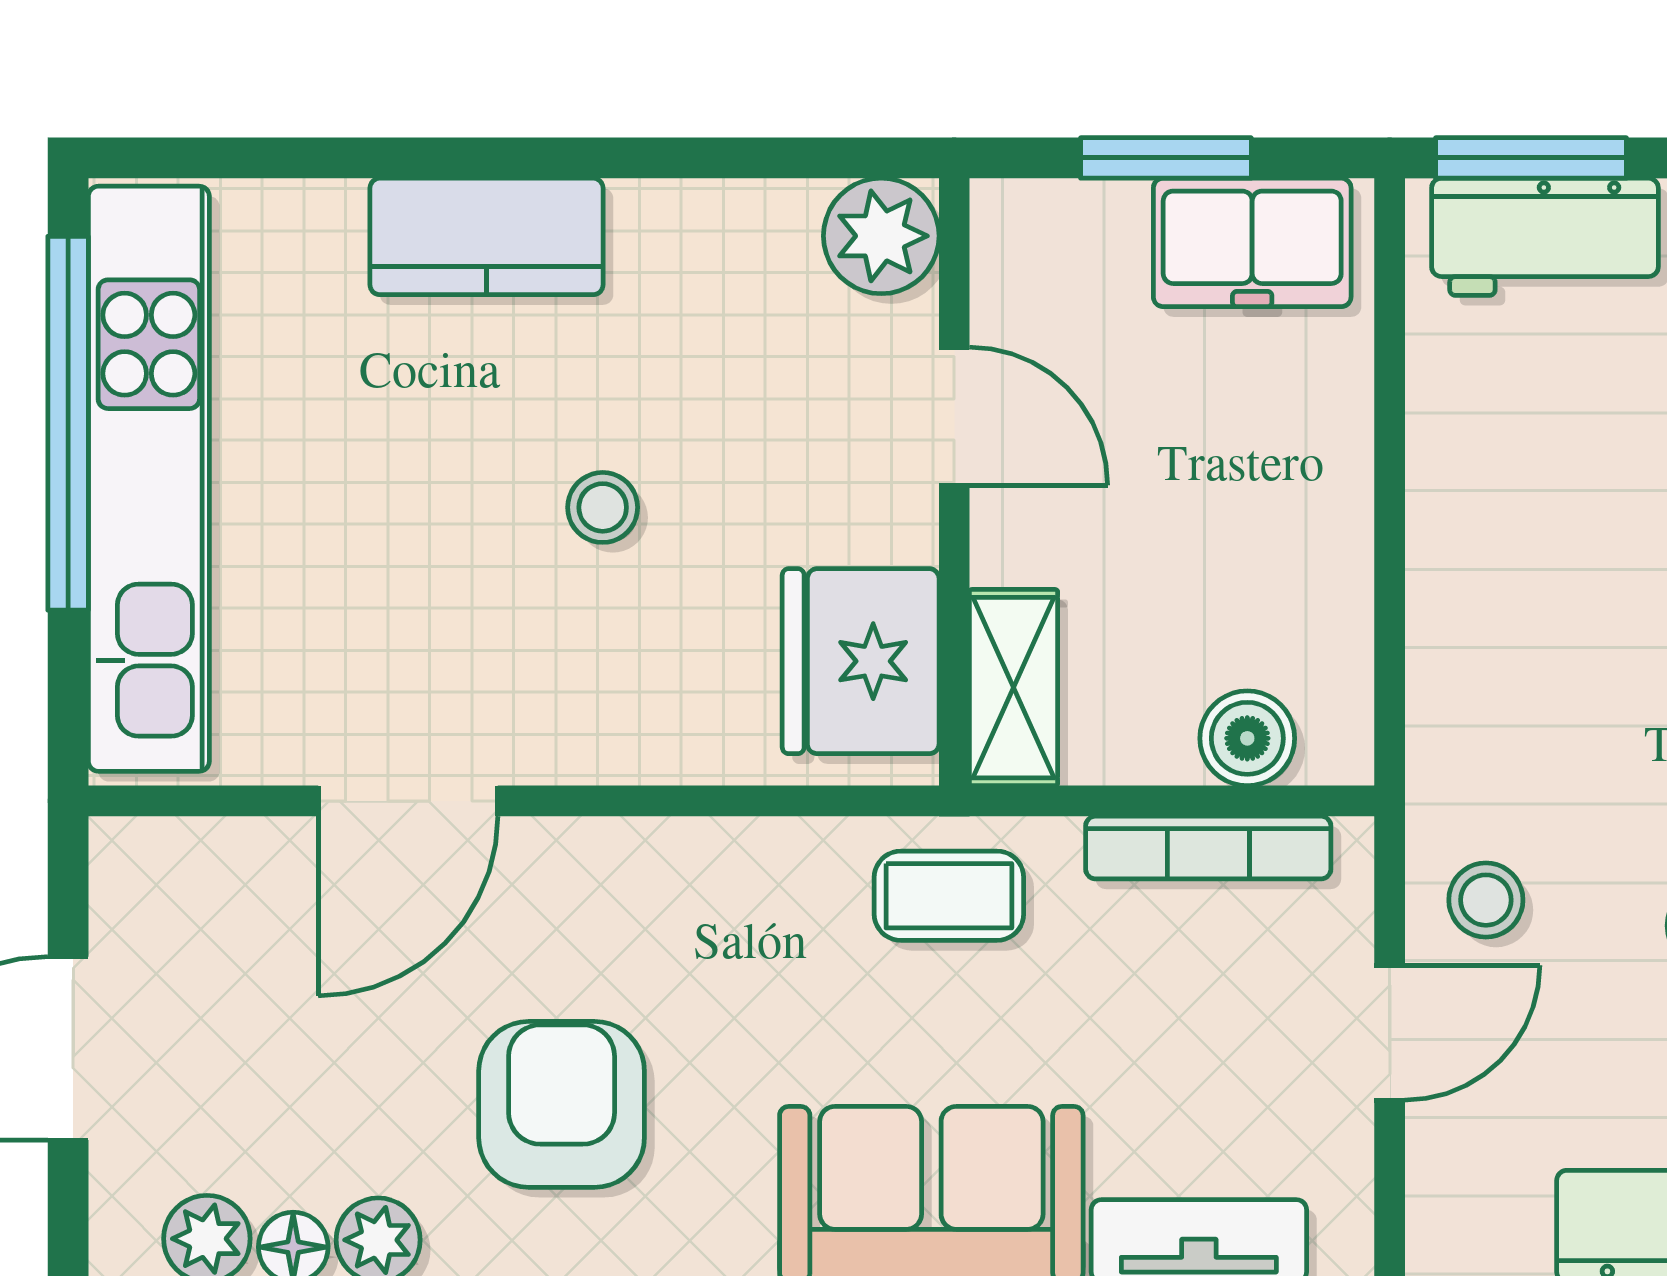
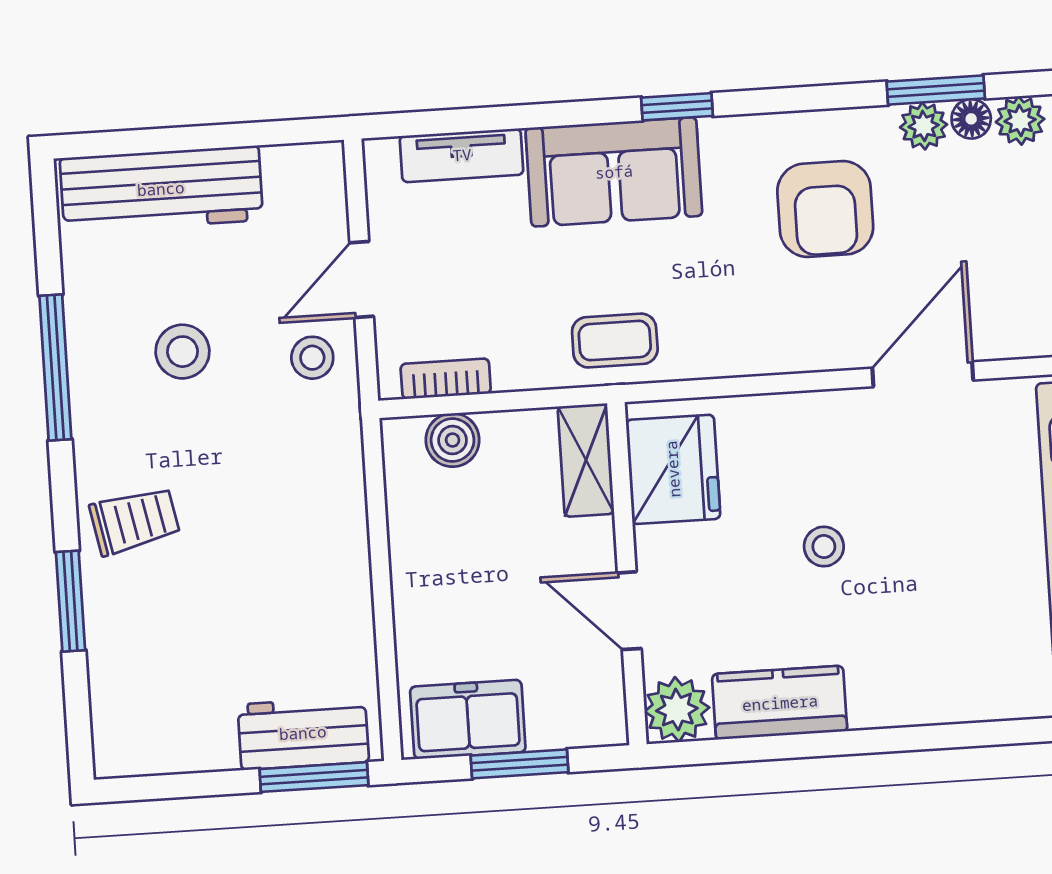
kitchen counter: (486, 236) -> (780, 703), moved
bookcase: (1208, 848) -> (446, 379), width x0.64

